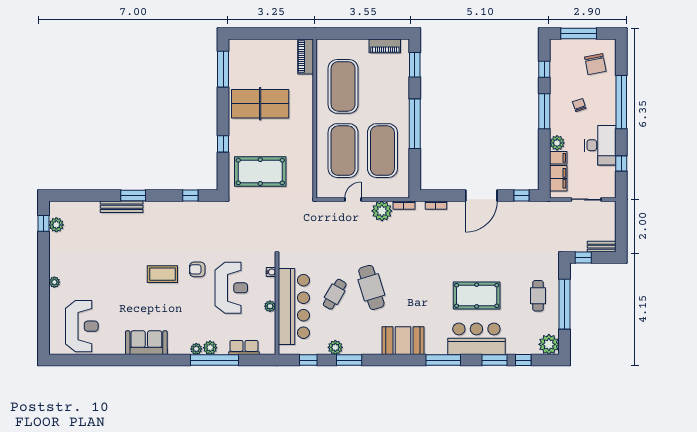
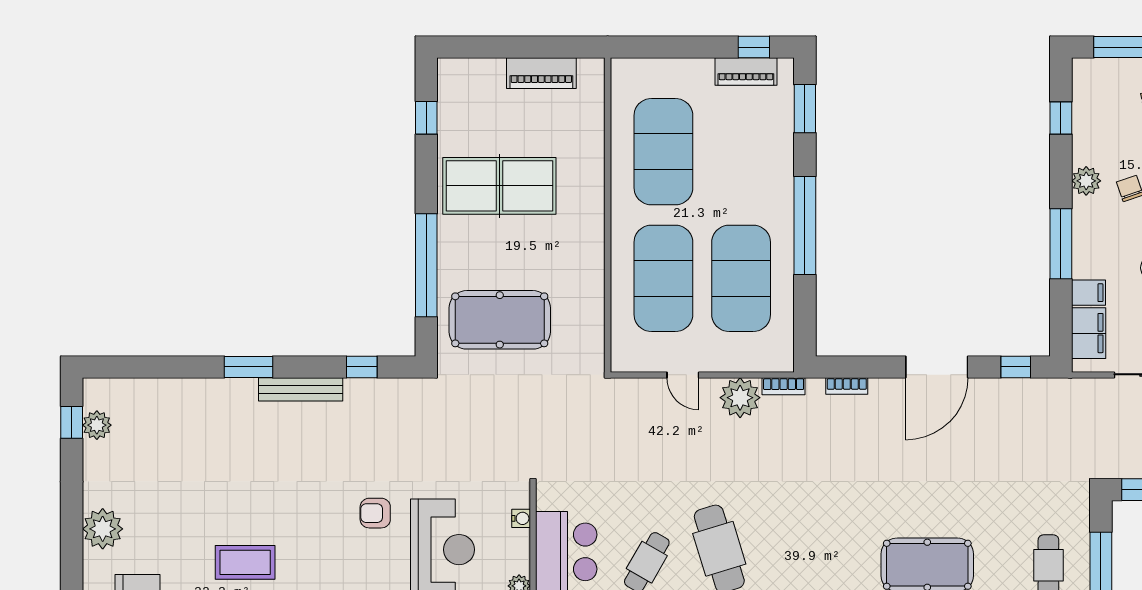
window: (389, 33) -> (754, 47), added
piano: (306, 56) -> (541, 73), moved, turned -90
window: (223, 69) -> (426, 118), width x0.46
window: (544, 111) -> (1061, 244), moved
plant: (557, 143) -> (1086, 181), moved
window: (223, 144) -> (426, 265), width x3.17
door: (353, 199) -> (683, 375), swing flipped
bench: (122, 207) -> (301, 389), moved
coffee table: (162, 274) -> (245, 562), moved
plant: (54, 282) -> (103, 529), width x1.88, depth x1.88

